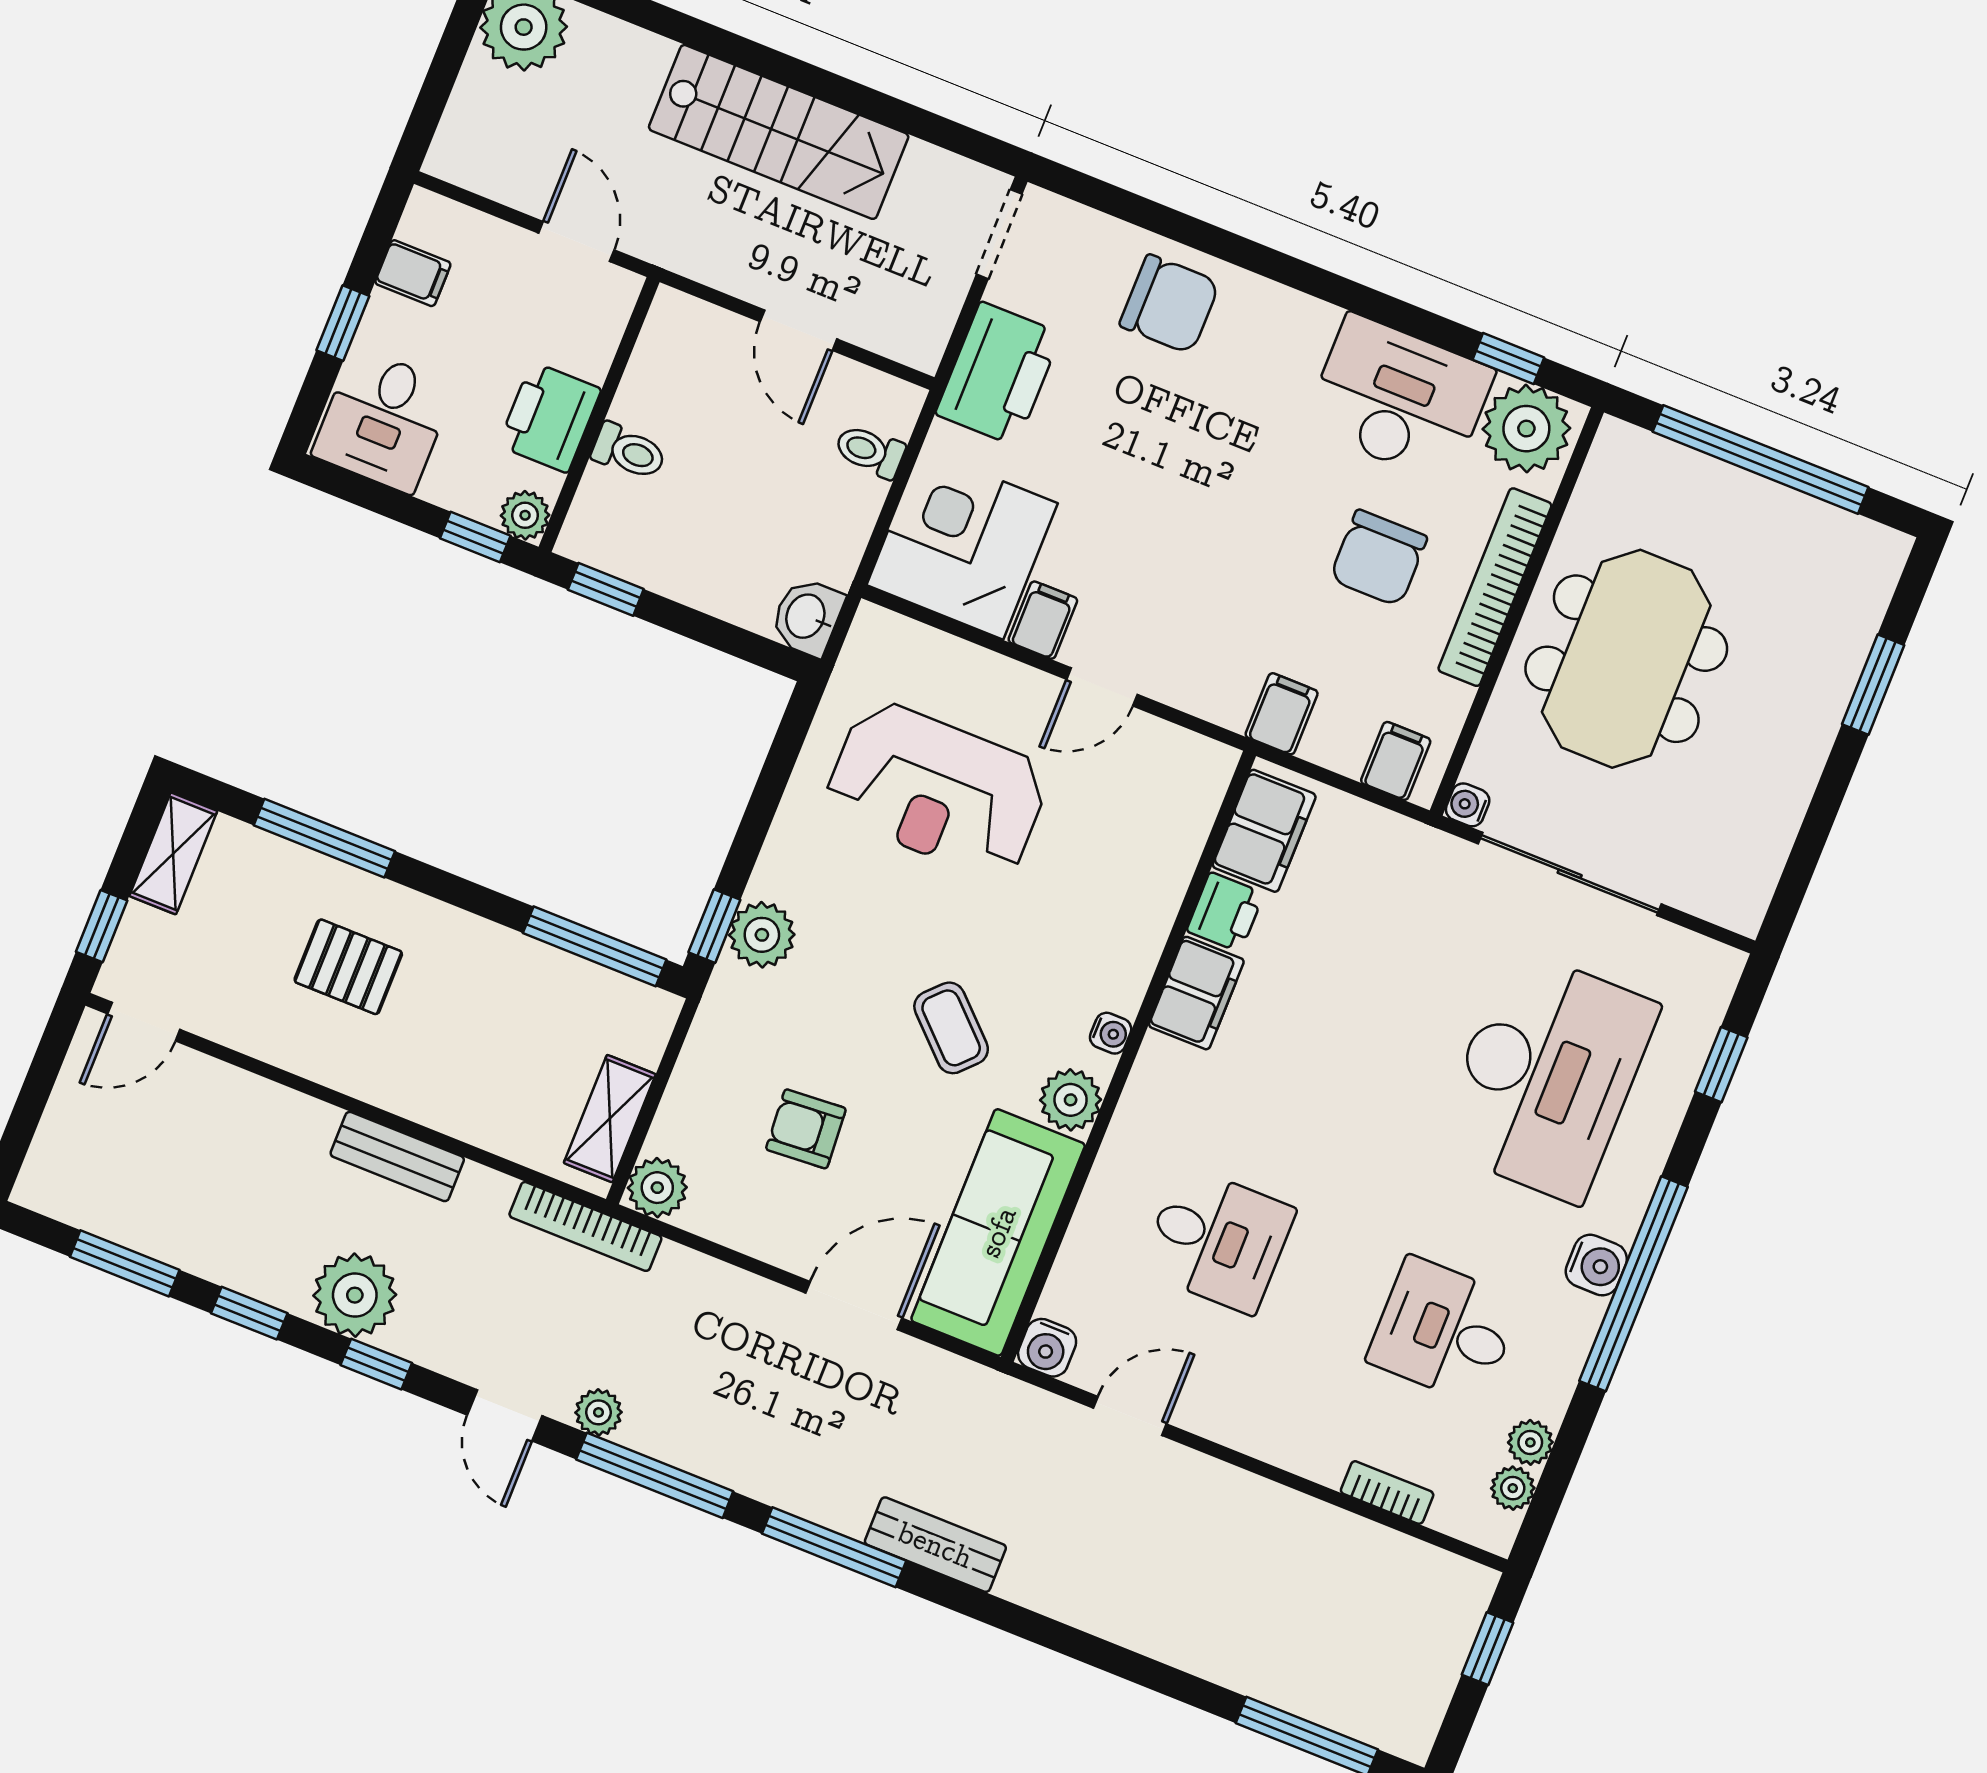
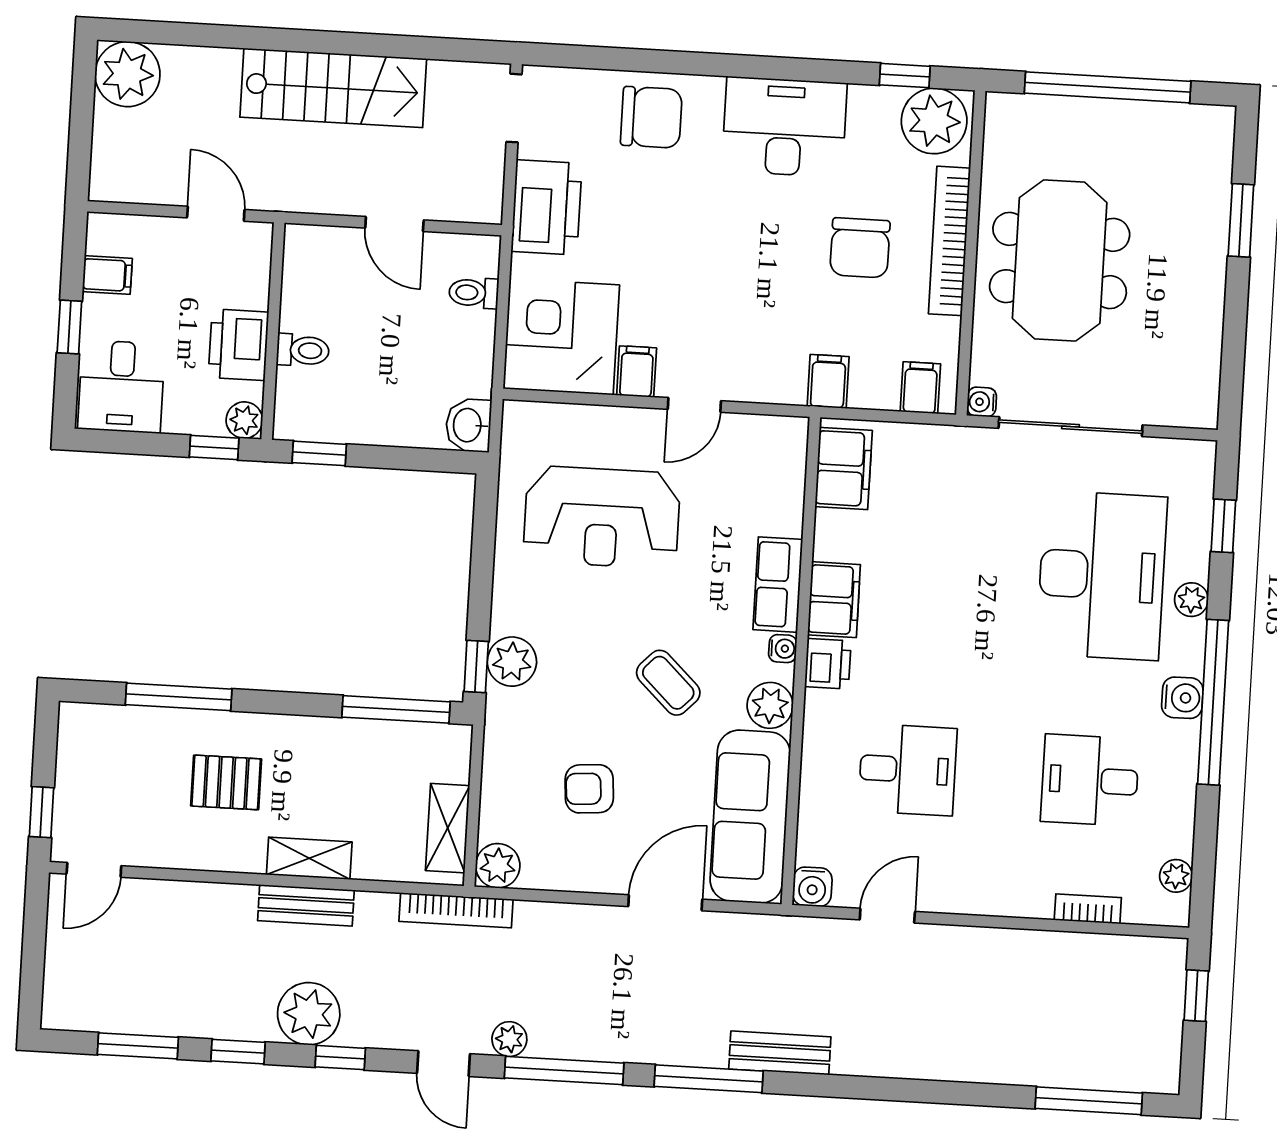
desk: (1399, 399) -> (784, 127), moved
shelving: (173, 853) -> (309, 858), moved, turned 90
printer: (1225, 912) -> (828, 664), moved
row of seats: (1132, 950) -> (778, 585), added
plant: (1530, 1442) -> (1191, 600), moved

